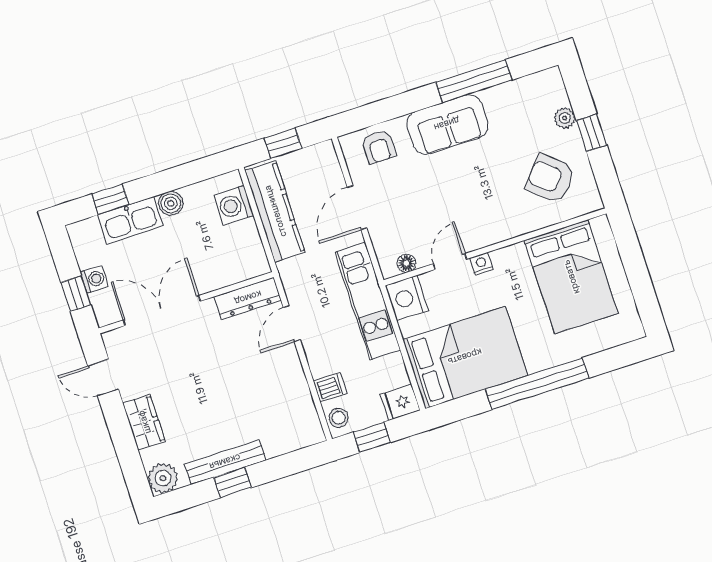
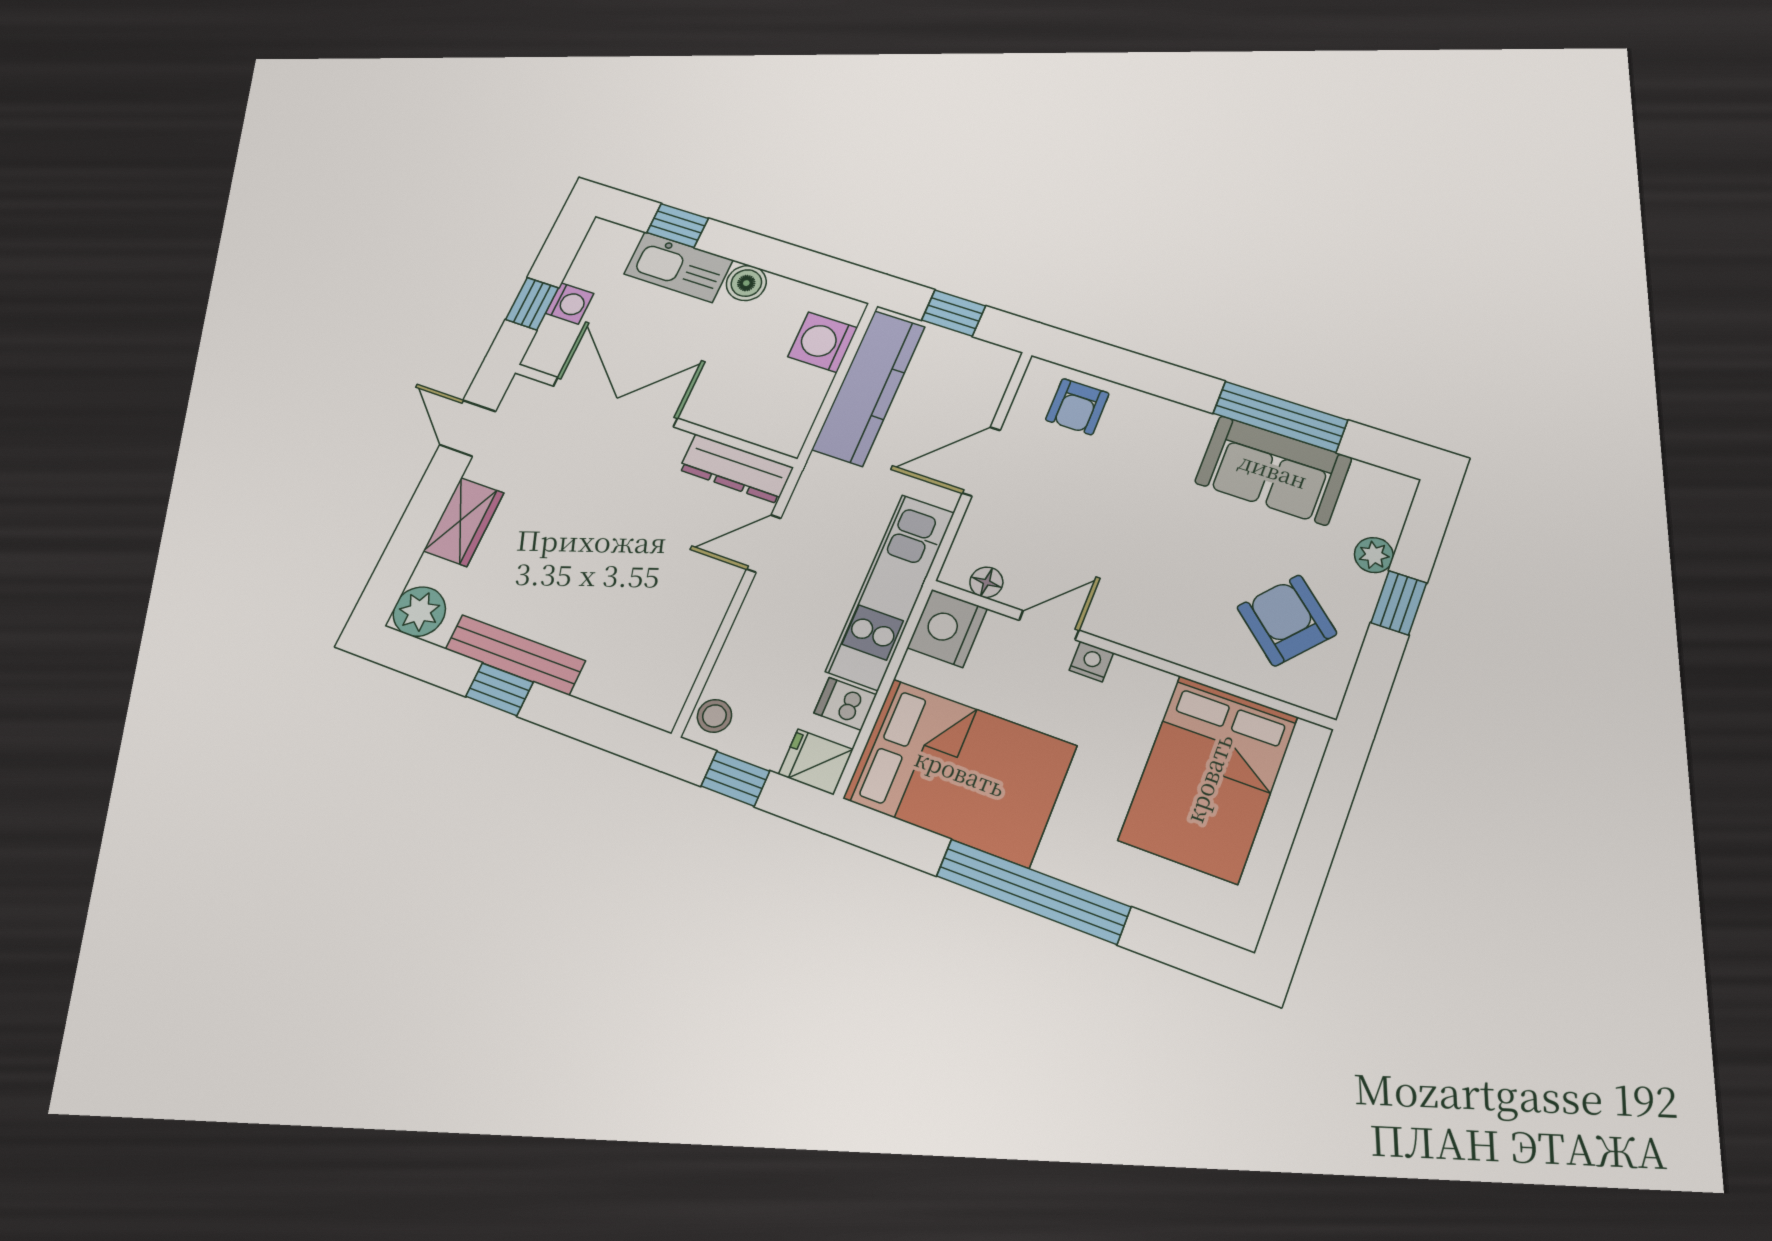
sofa: (447, 124) -> (1273, 470), moved
dishwasher: (330, 387) -> (845, 704), moved, turned 180

